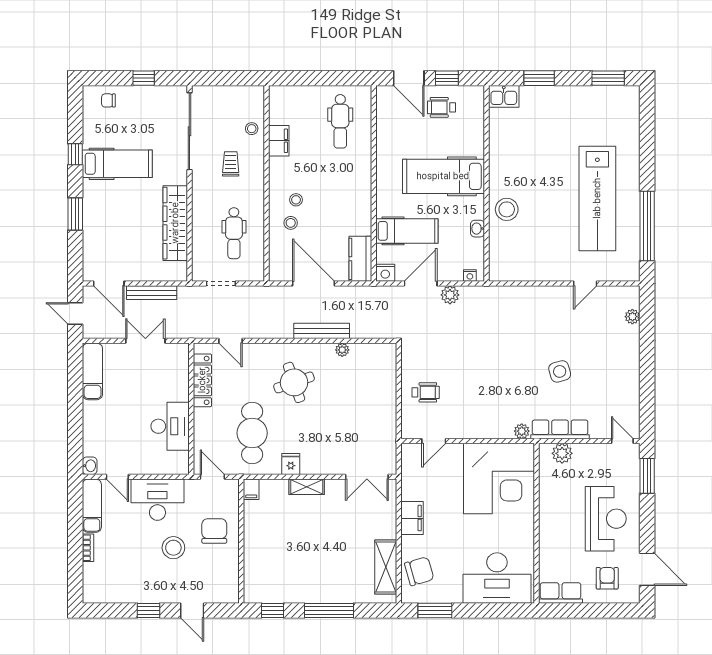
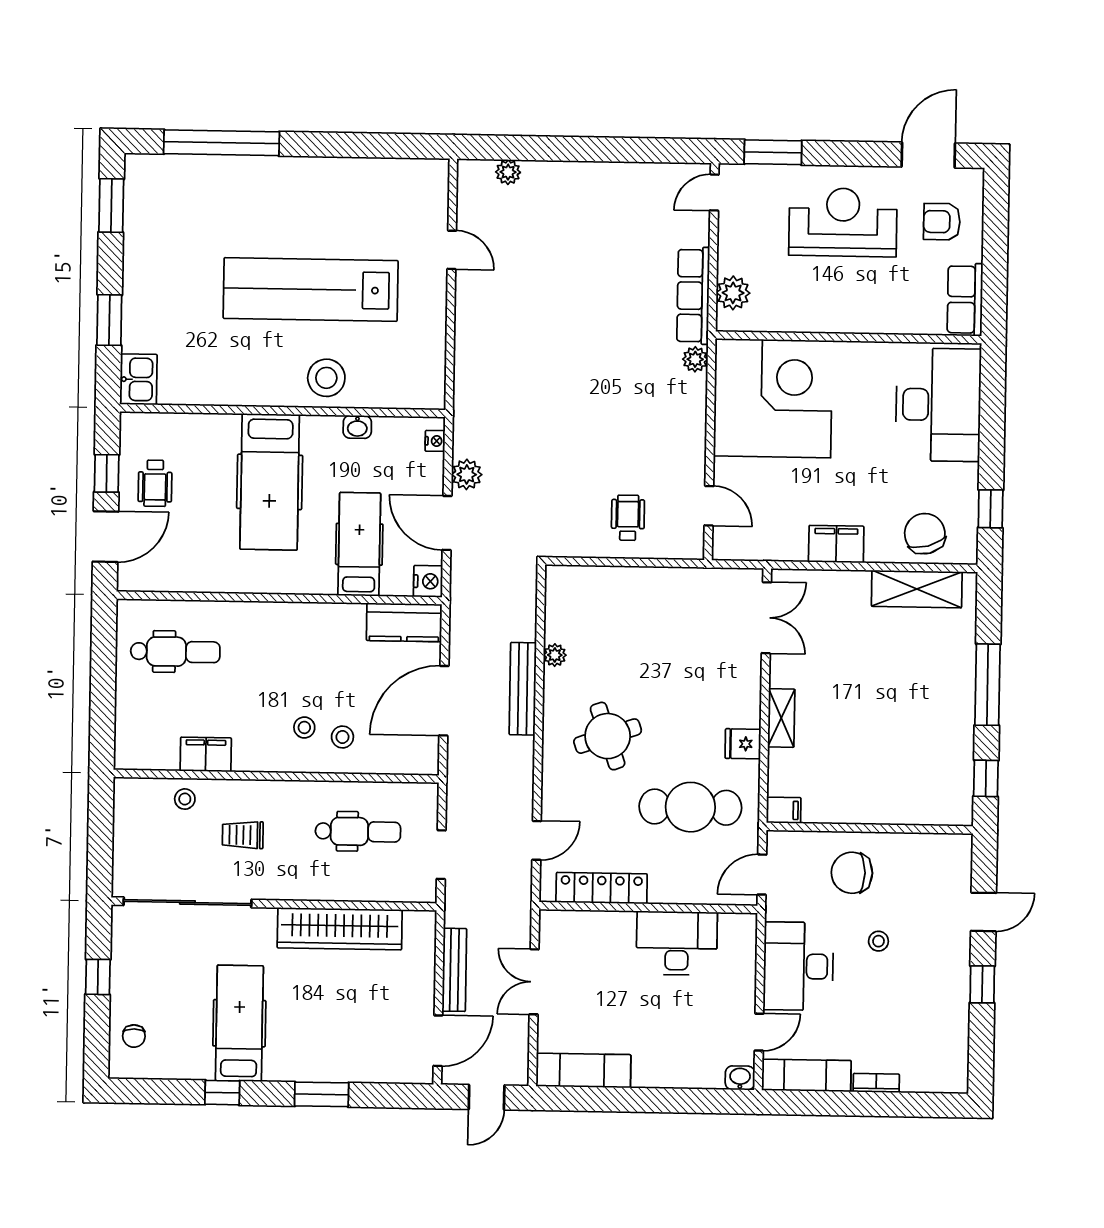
lab bench: (597, 198) -> (311, 289), moved, turned 180
window: (647, 226) -> (221, 143), moved
side table: (560, 371) -> (597, 295), removed
stool: (173, 548) -> (878, 941), width x0.53, depth x0.53
window: (435, 611) -> (991, 509), width x0.67

